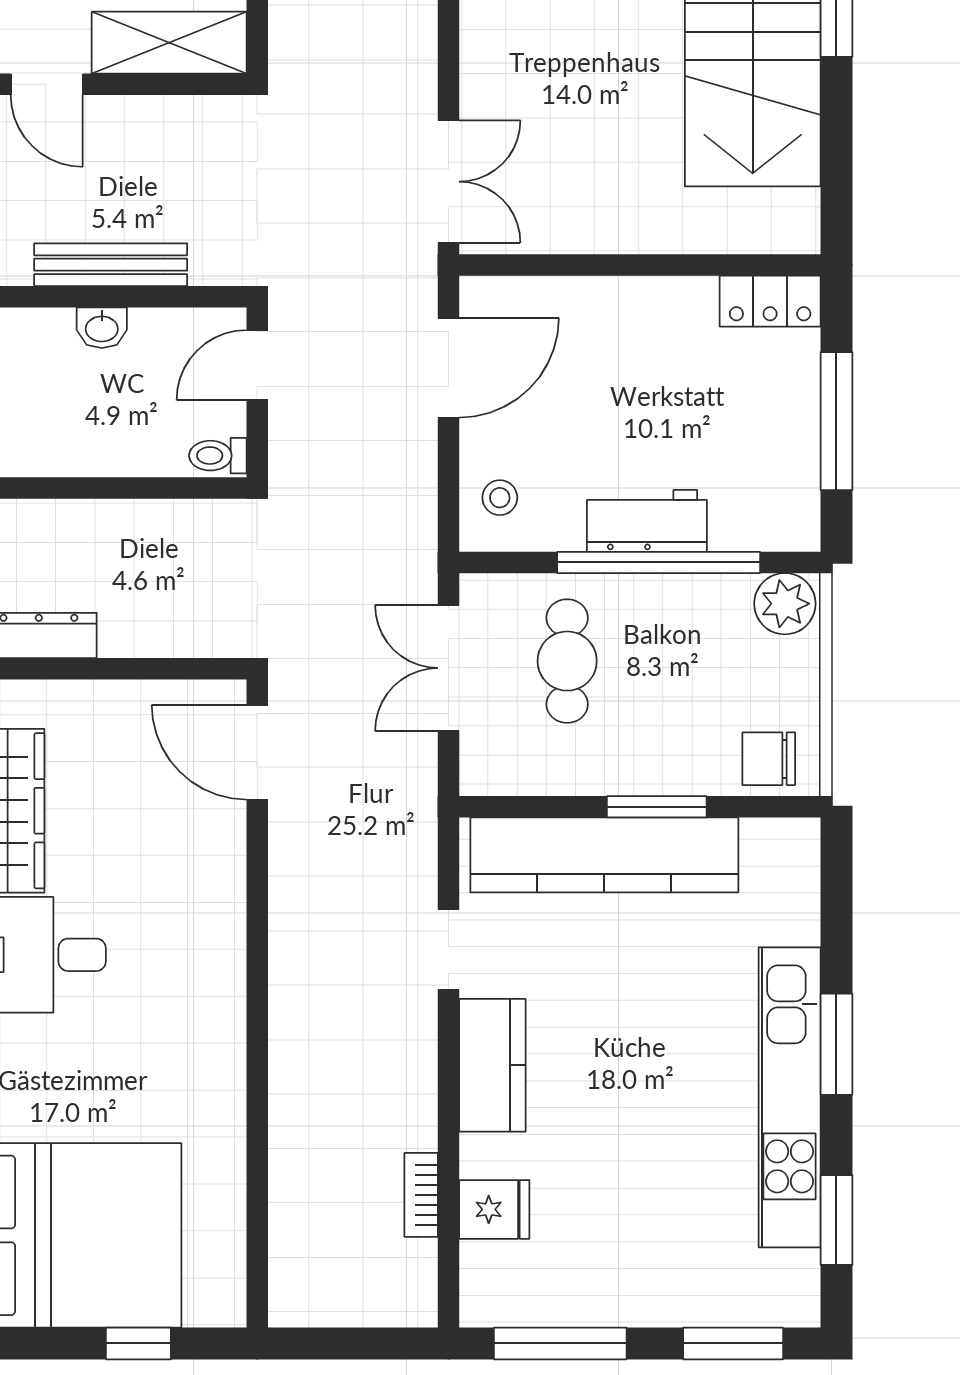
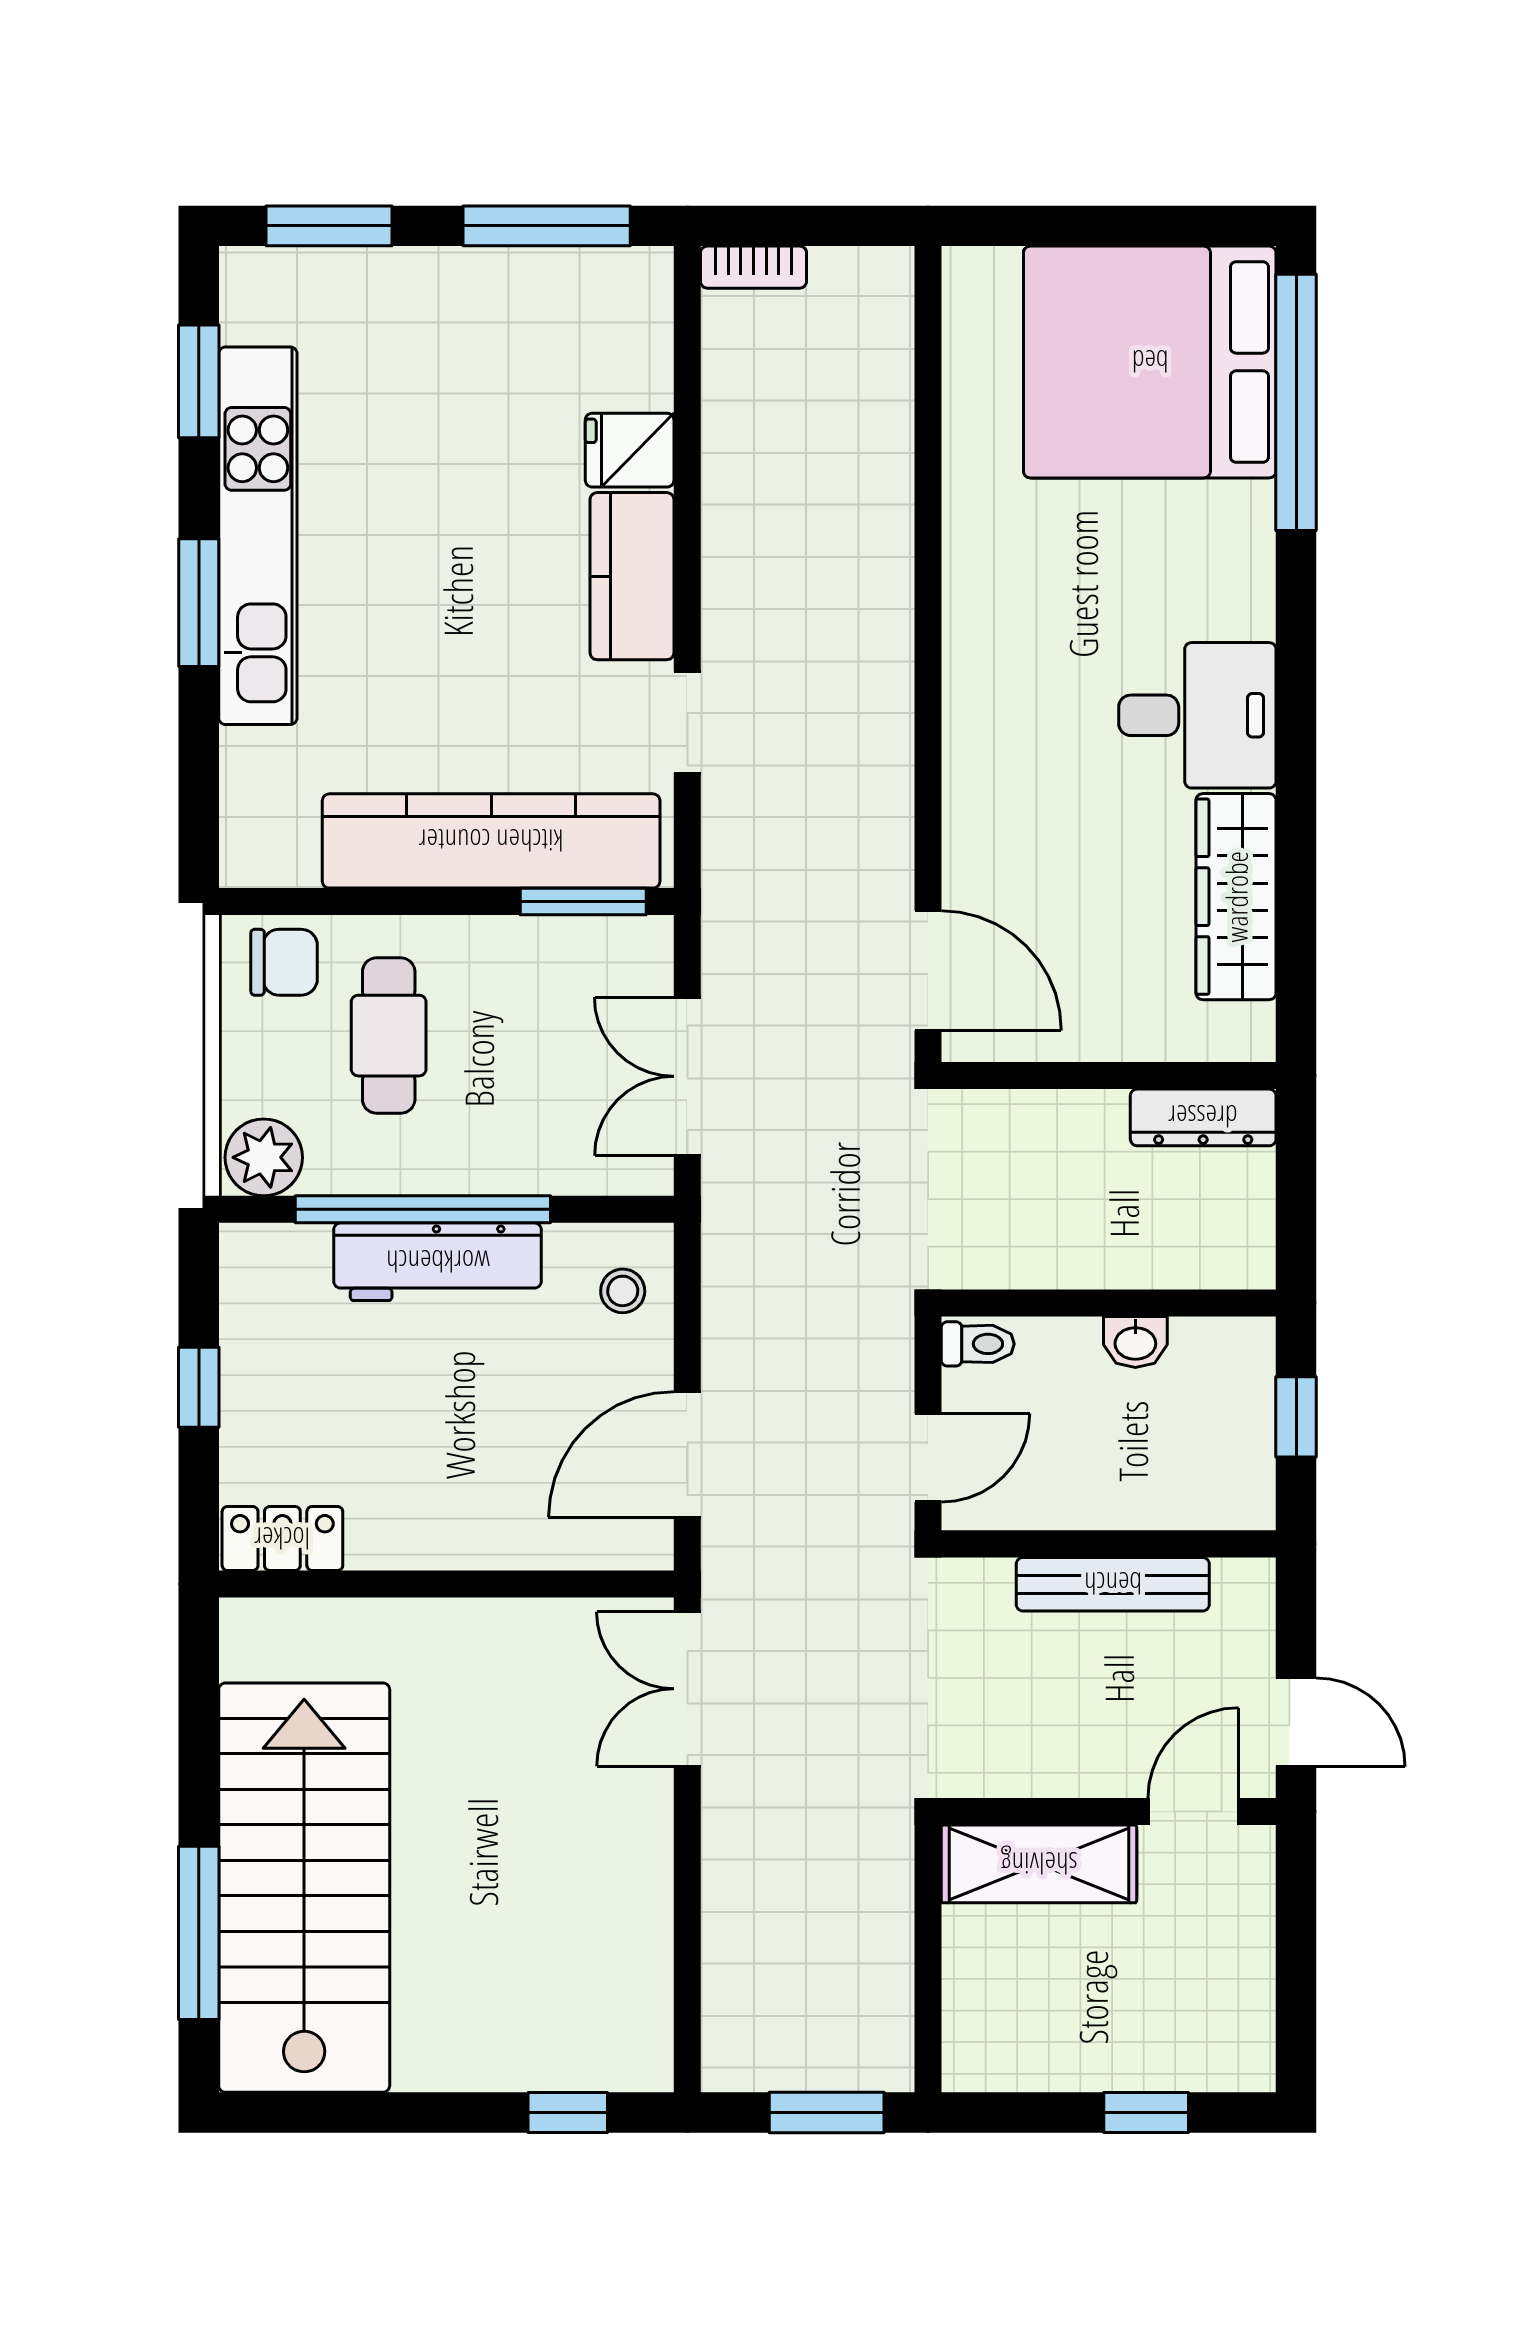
door: (47, 84) -> (1193, 1811), hinge flipped
washbasin: (102, 328) -> (1135, 1342), moved, turned 180
window: (836, 421) -> (199, 1387), width x0.46
workbench: (647, 521) -> (438, 1262), width x1.38
cafe table: (567, 661) -> (389, 1036), moved
double door: (449, 668) -> (687, 1076), swing flipped
window: (657, 807) -> (583, 902), moved
bookcase: (421, 1195) -> (753, 267), moved, turned 90
fridge: (494, 1209) -> (630, 450), moved
window: (138, 1343) -> (1078, 226), removed

